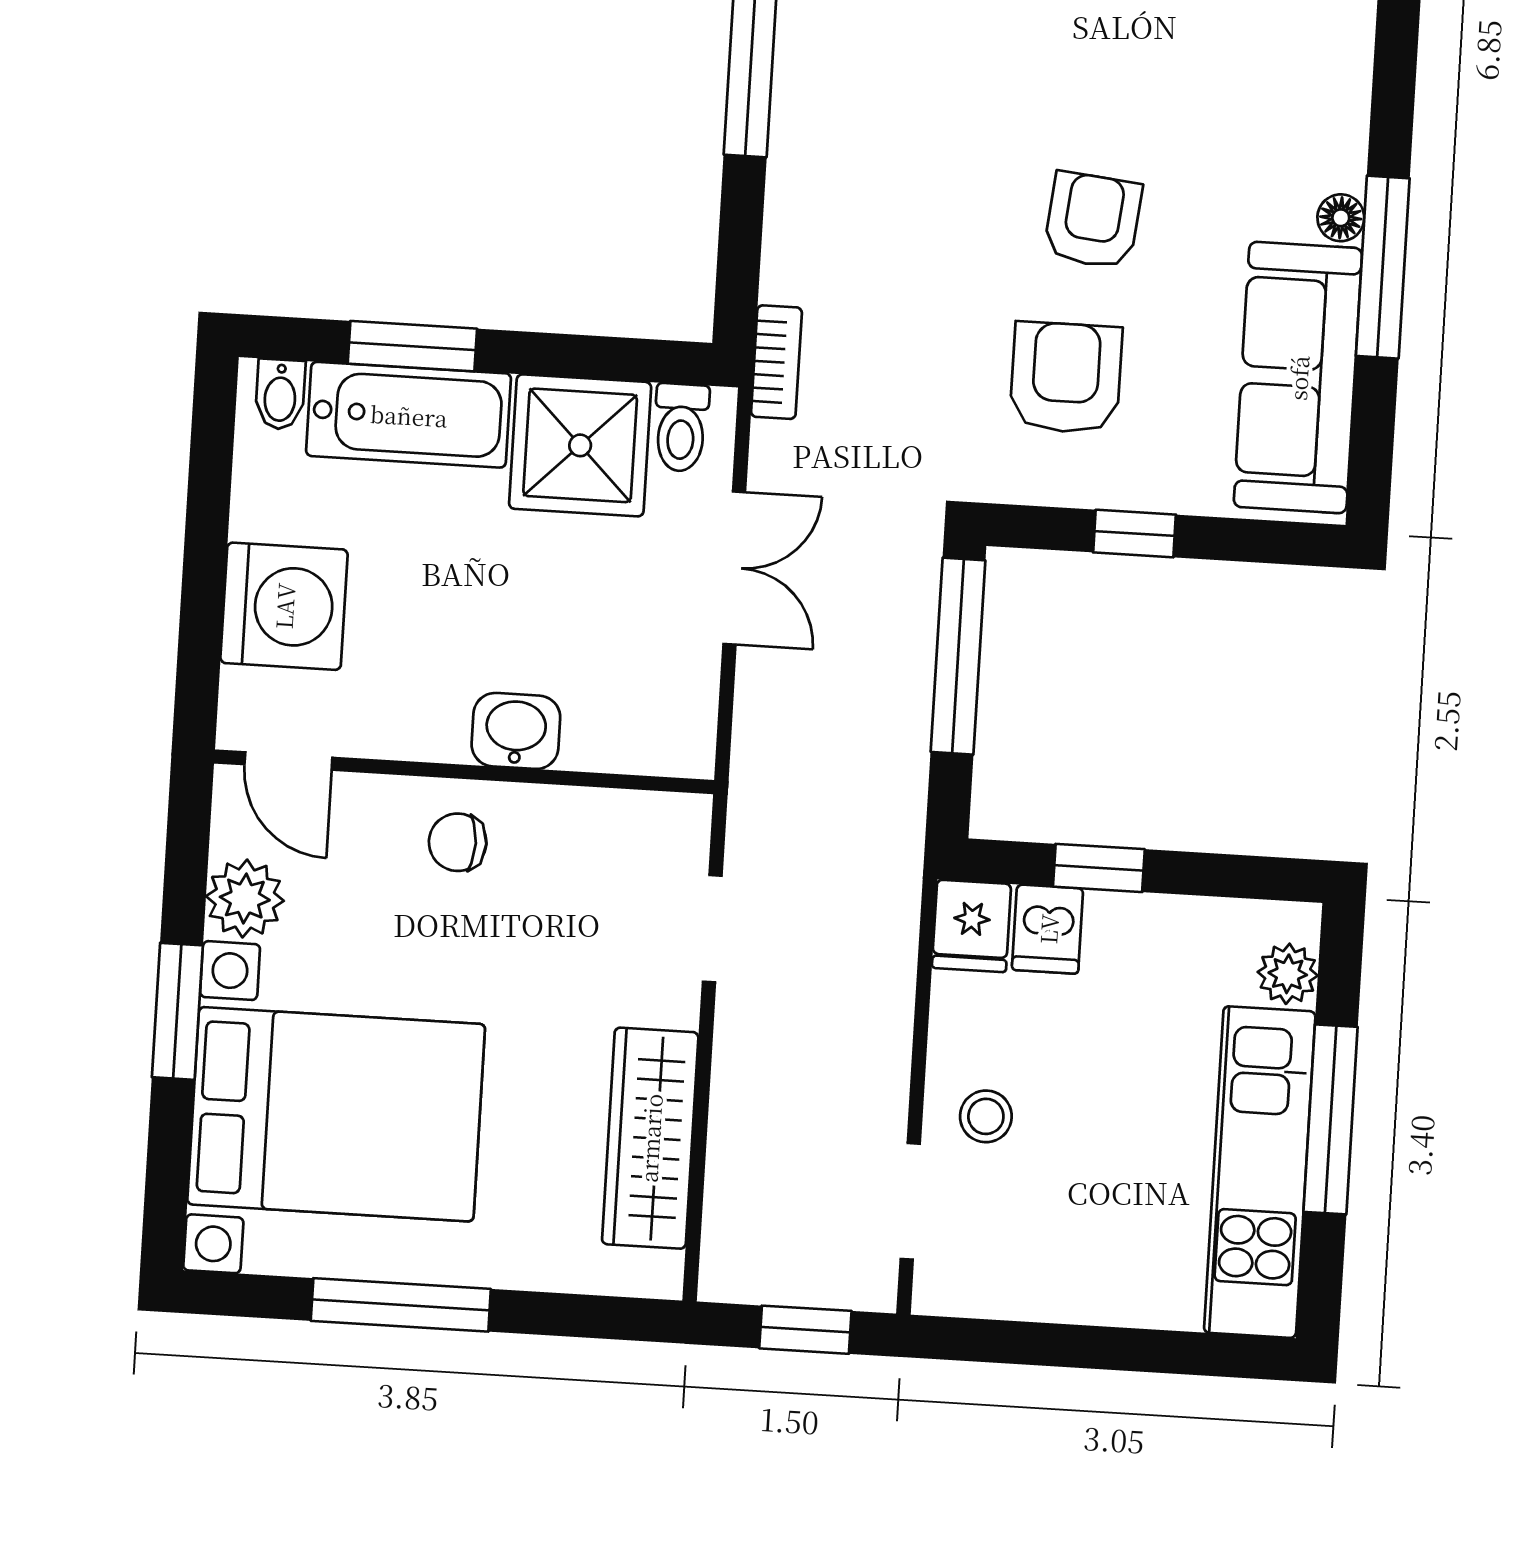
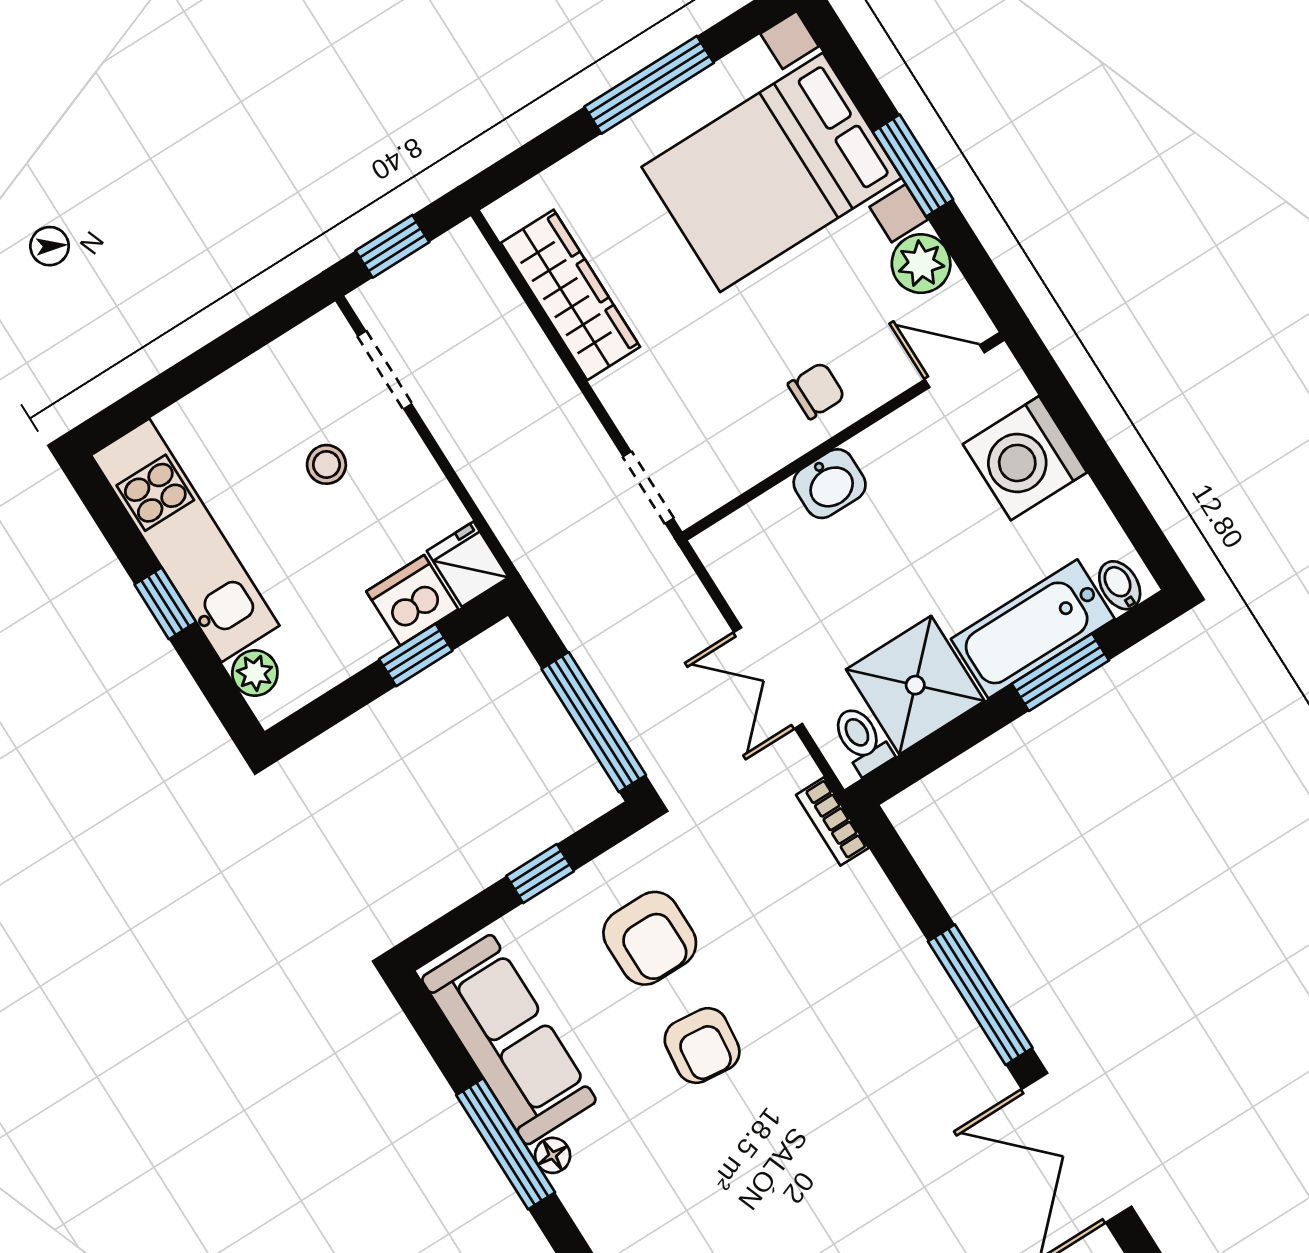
doorway: (712, 929) -> (648, 487), moved
dishwasher: (1048, 929) -> (412, 600), width x1.38
stool: (986, 1116) -> (326, 464), moved
window: (1331, 1119) -> (165, 603), width x0.46

